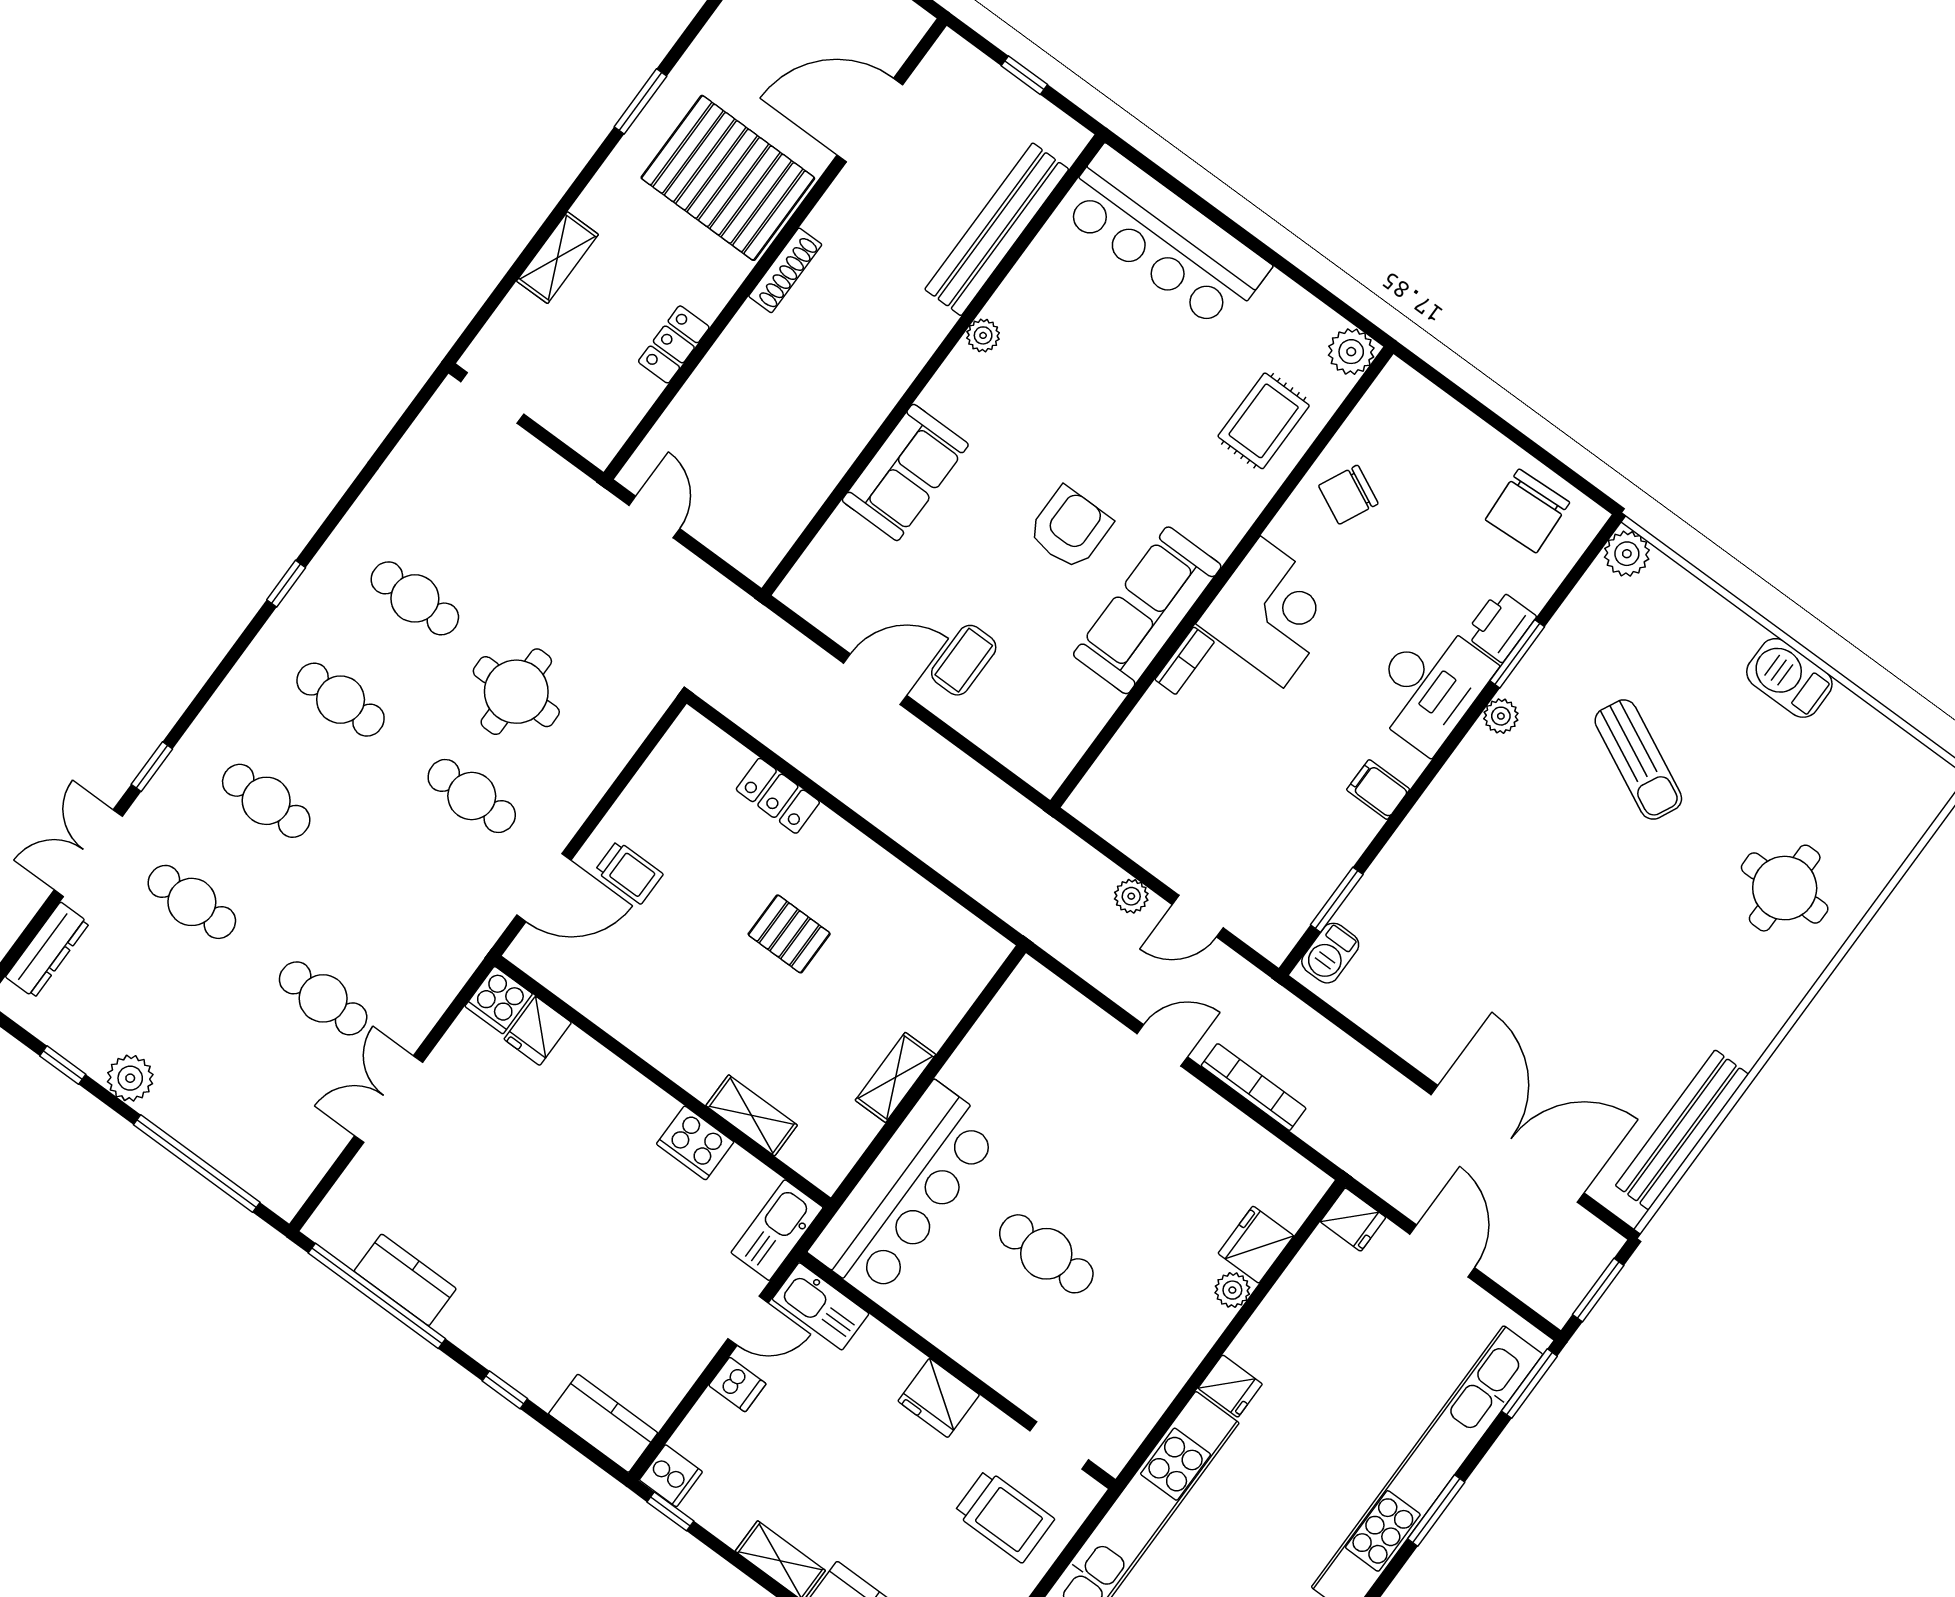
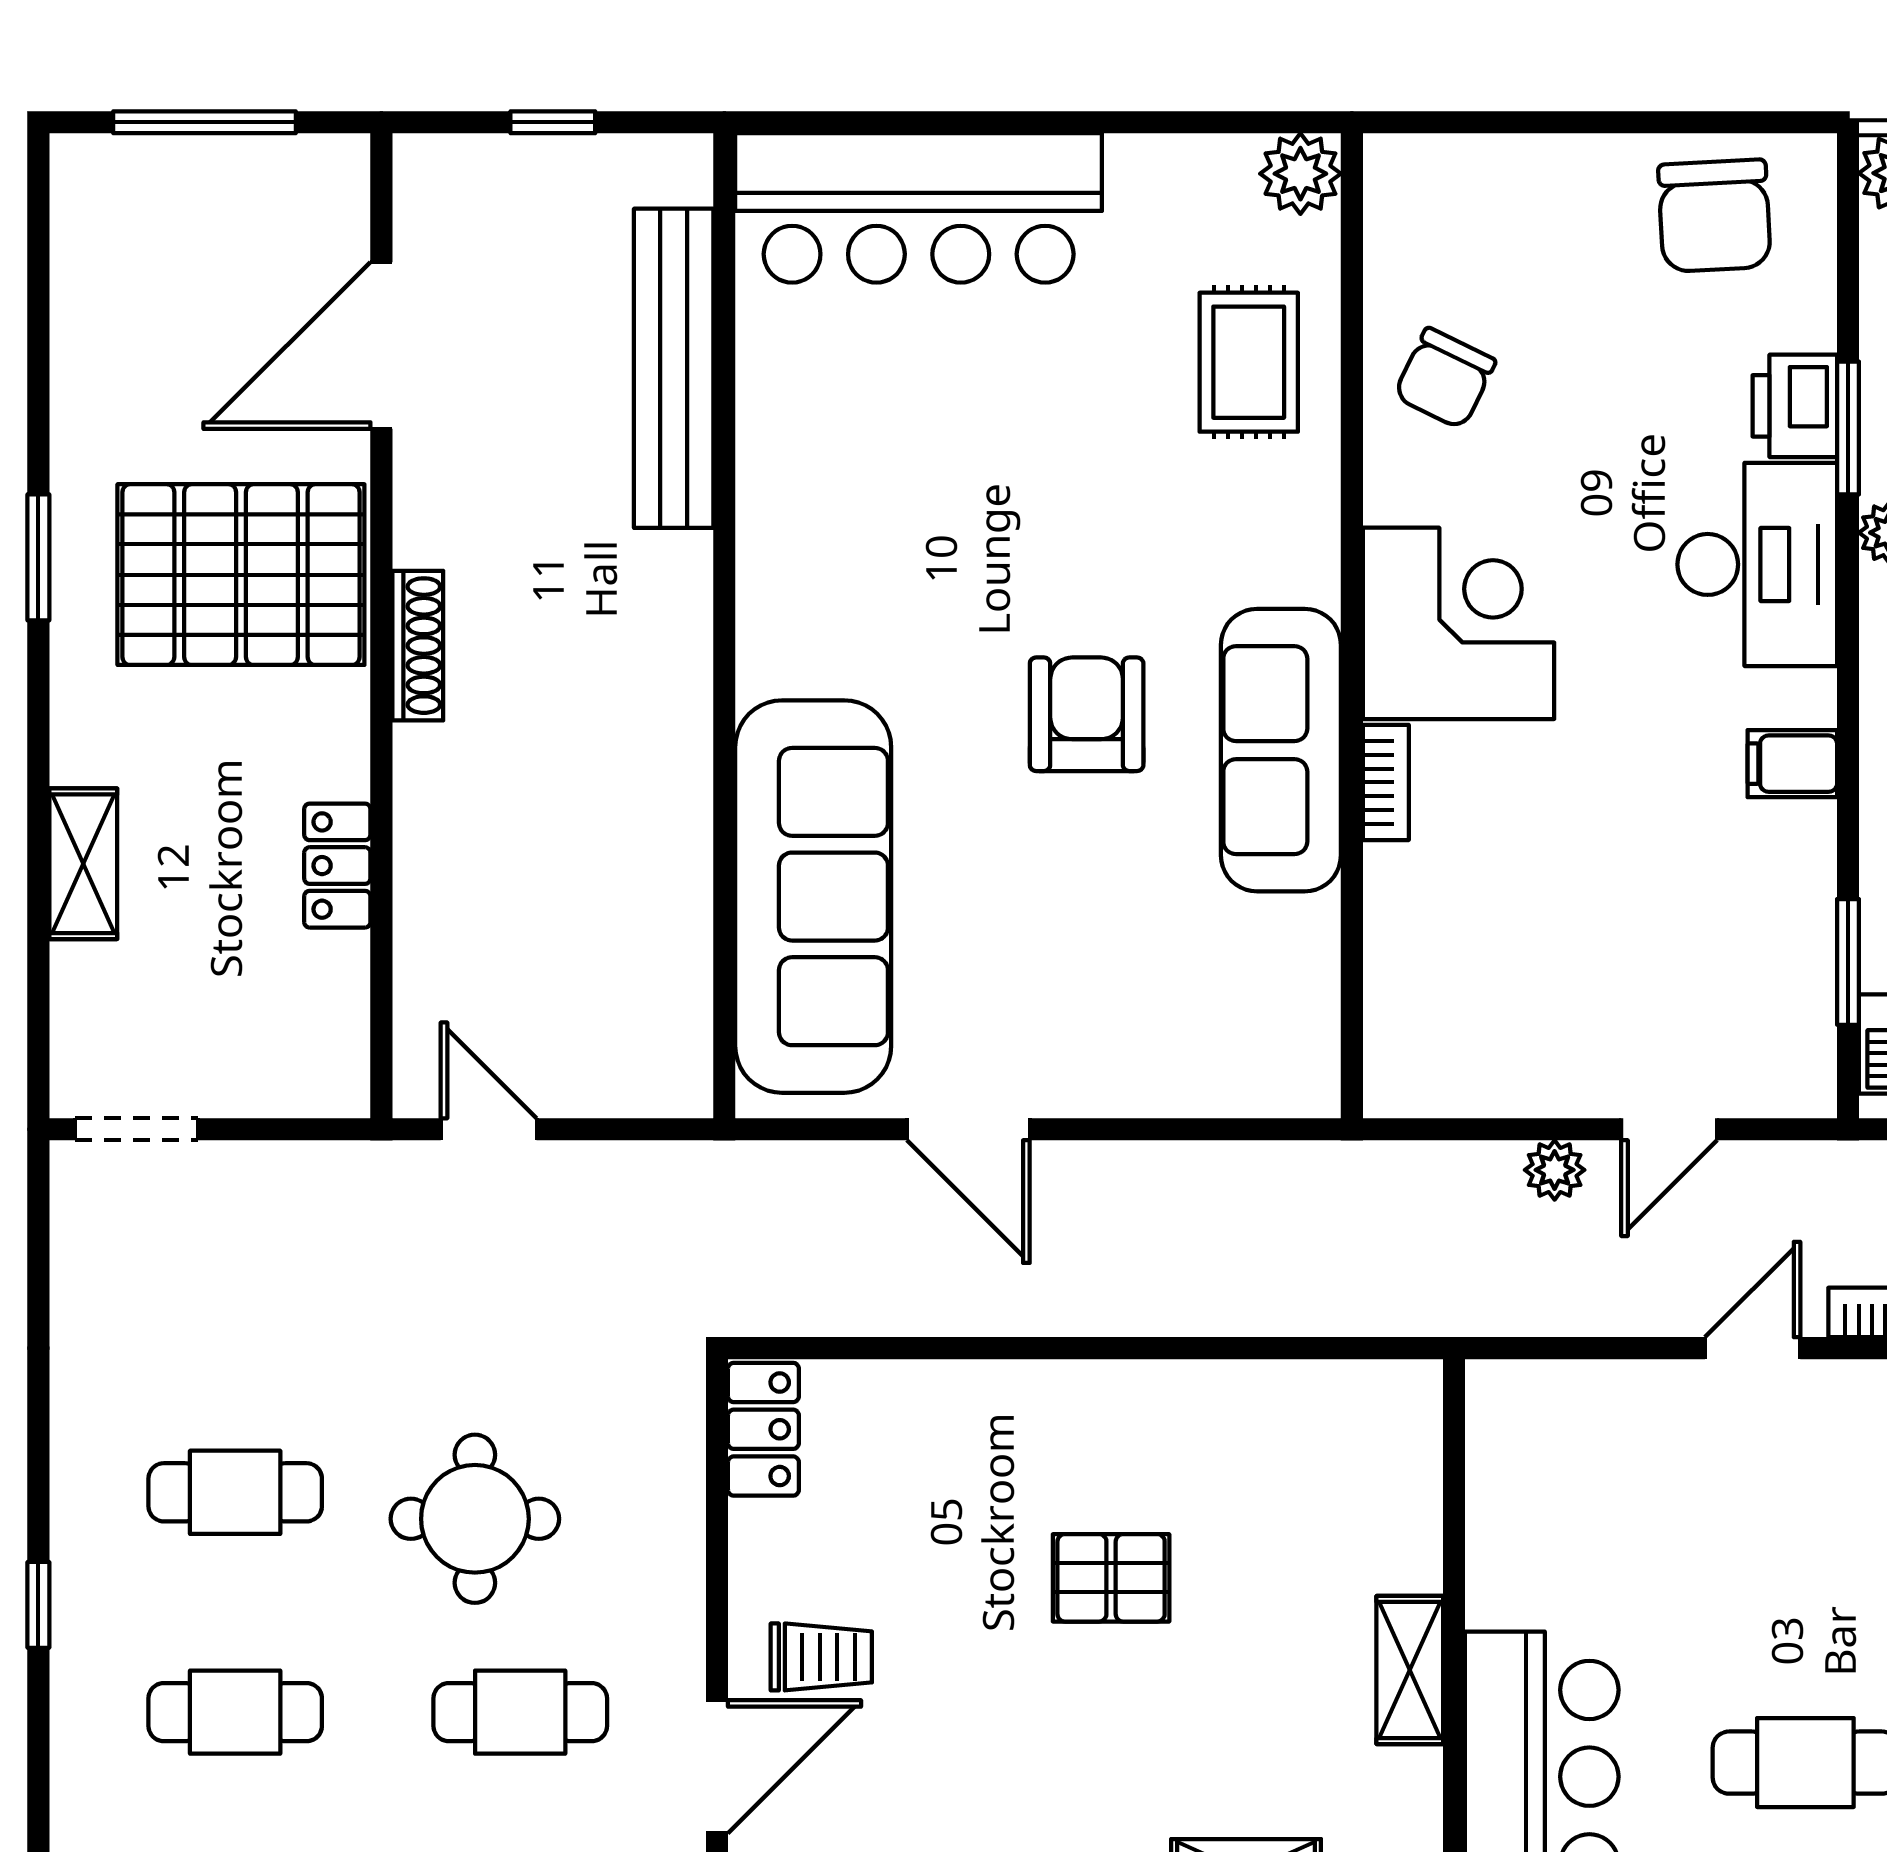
plant: (983, 335) -> (764, 532), removed
sofa: (905, 472) -> (813, 897), width x1.85, depth x1.27
coffee table: (964, 660) -> (1074, 1011), removed
door: (875, 679) -> (968, 1129), swing flipped
locker: (778, 796) -> (763, 1429), moved, turned -90

